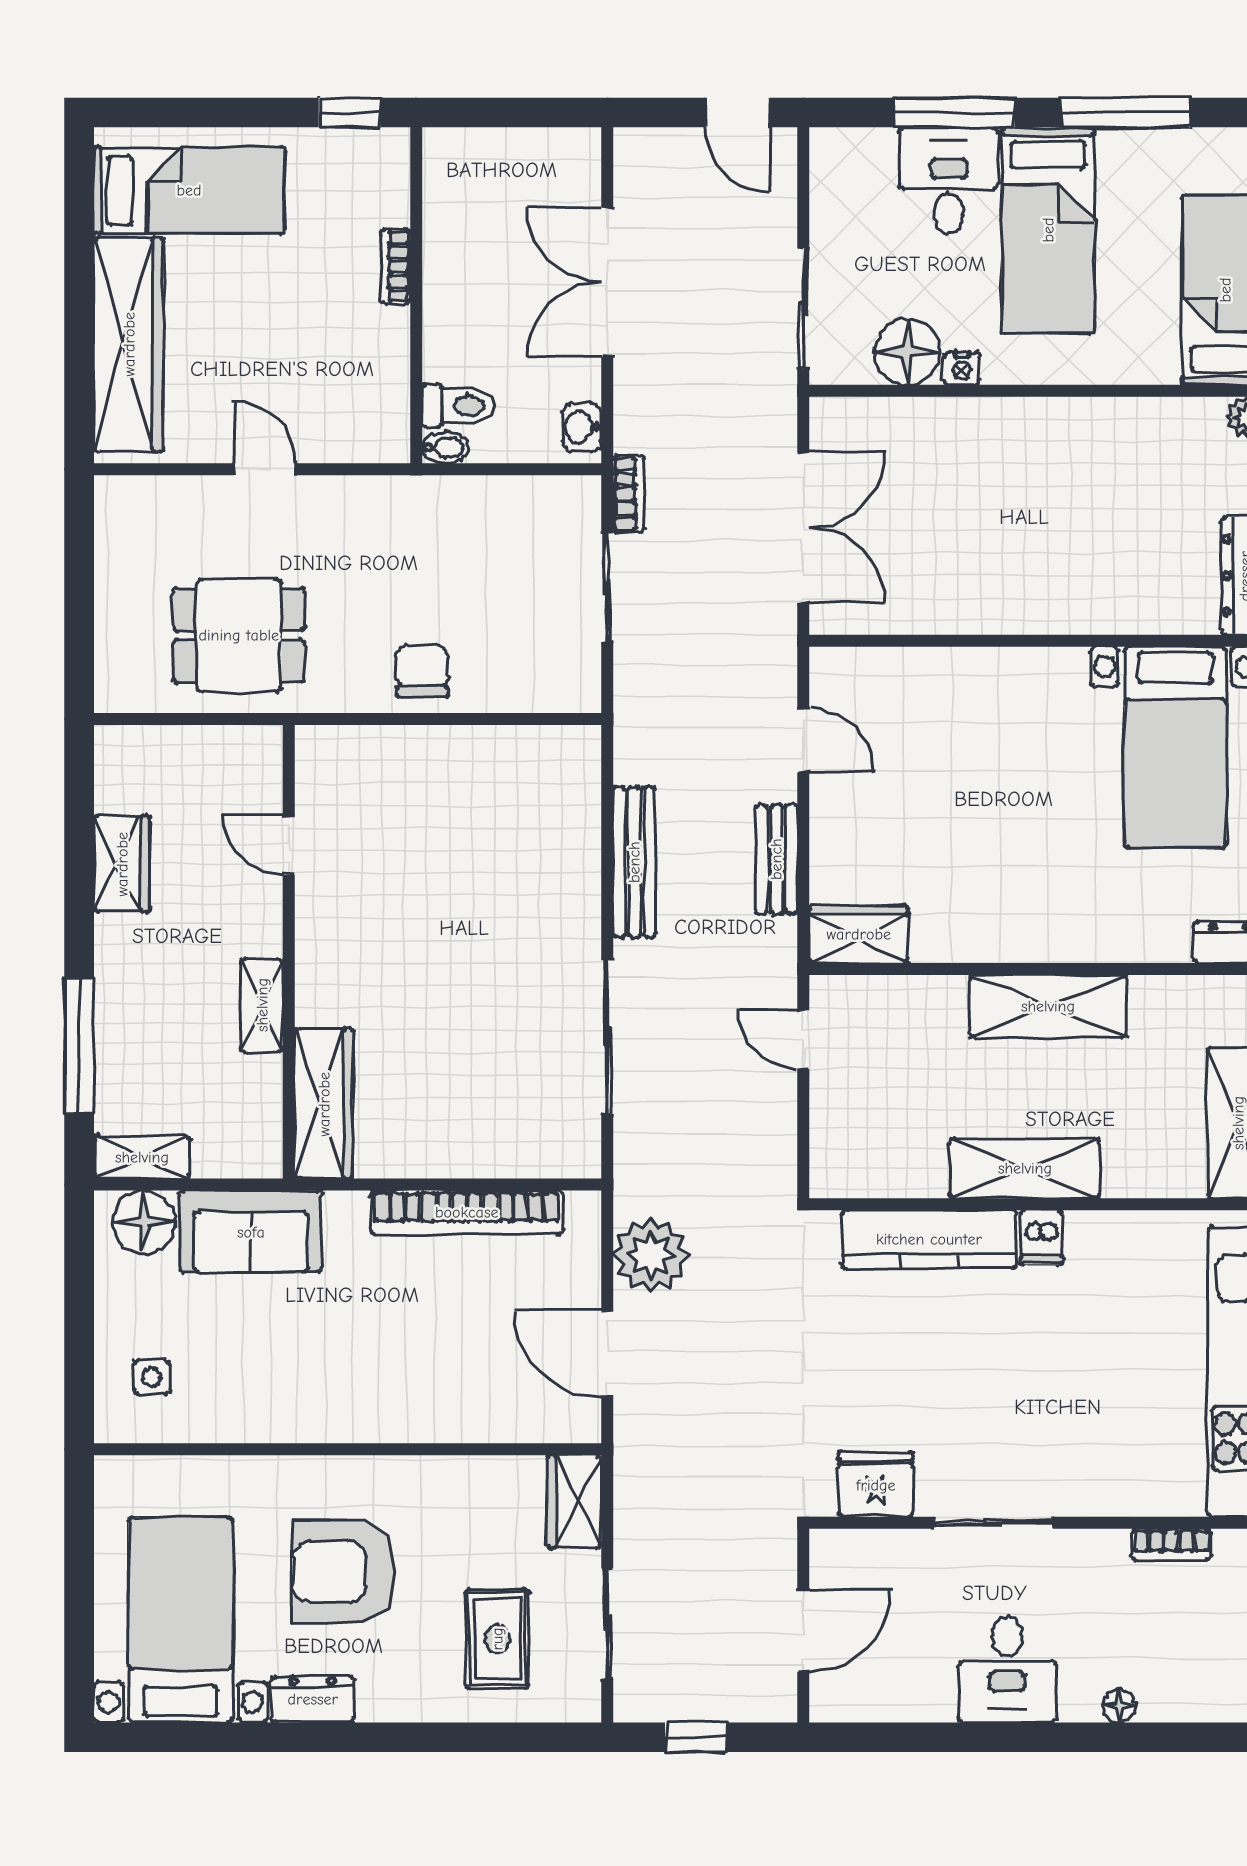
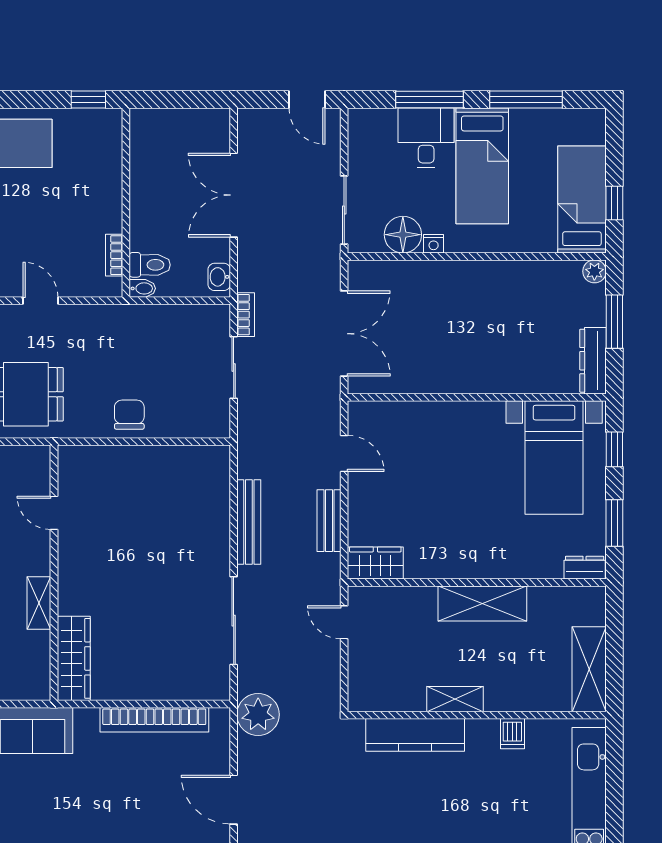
bookcase: (395, 267) -> (114, 255), moved
shelving: (1025, 1168) -> (455, 699), width x0.67, depth x0.75
dishwasher: (1041, 1237) -> (512, 734), moved
plant: (651, 1255) -> (258, 715), moved

